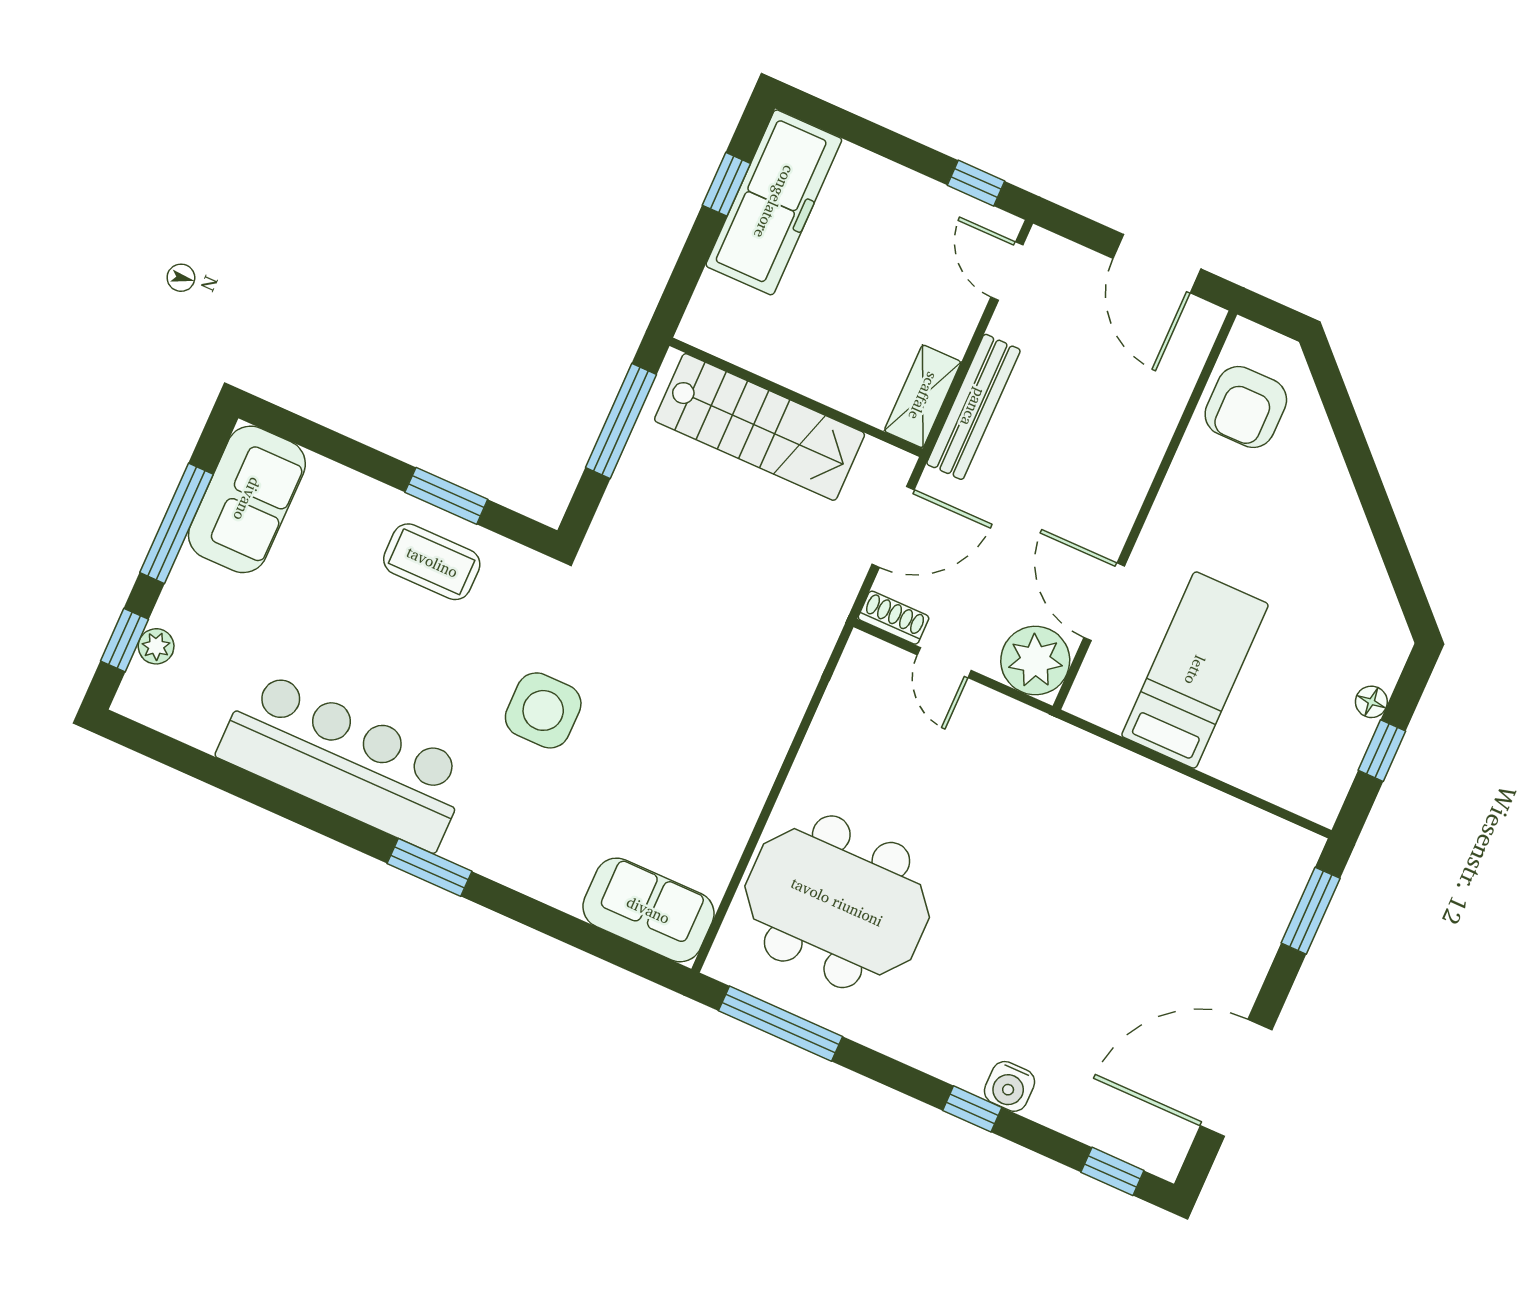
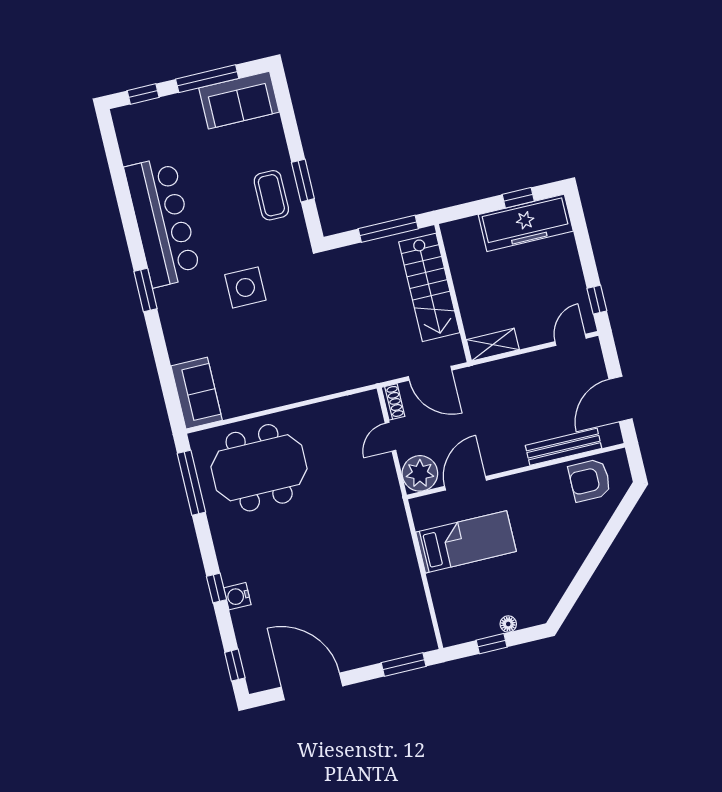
bench: (973, 407) -> (563, 447), moved
plant: (156, 646) -> (150, 109), removed
meeting table: (837, 902) -> (259, 468), turned 90

